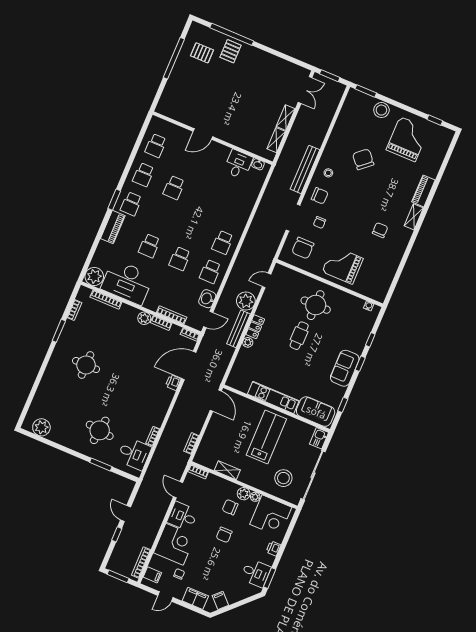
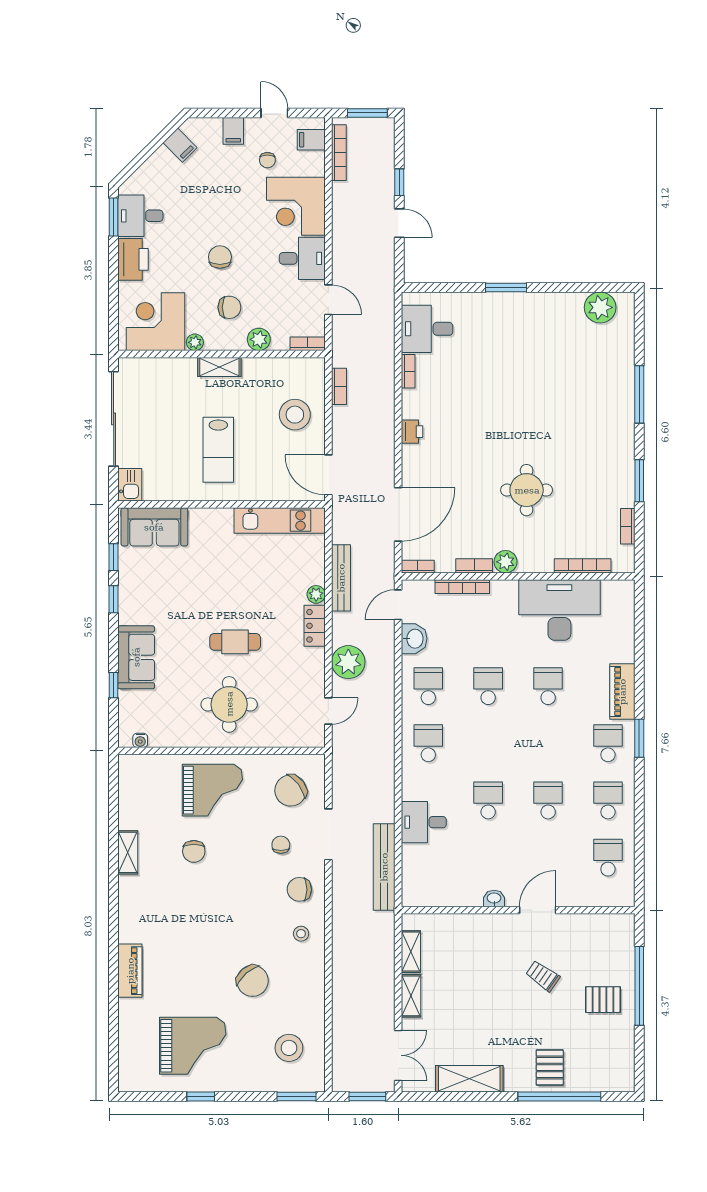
pallet: (202, 53) -> (603, 1000), moved
window: (174, 58) -> (639, 986), moved
shelving: (274, 63) -> (469, 1079), added
double door: (305, 90) -> (398, 1055), swing flipped
trolley: (214, 99) -> (543, 976), added
stool: (381, 110) -> (289, 1048), moved
window: (435, 120) -> (201, 1097), moved
grand piano: (408, 139) -> (193, 1046), turned -90
desk: (238, 164) -> (424, 822), moved, turned 90
washbasin: (258, 164) -> (494, 898), moved
bench: (305, 169) -> (384, 867), moved
school desk: (204, 200) -> (488, 800), added
shelving: (414, 217) -> (128, 852), moved
chair: (380, 230) -> (194, 851), moved
chair: (303, 248) -> (291, 790), turned -127
plant: (94, 276) -> (618, 596), removed
bench: (238, 329) -> (341, 578), moved
cafe table: (299, 336) -> (235, 642), turned 90
window: (360, 364) -> (114, 599), moved
round table: (86, 365) -> (527, 490), moved
sofa: (345, 368) -> (136, 657), moved
window: (40, 375) -> (639, 394), added
printer: (173, 383) -> (412, 432), moved
kitchen unit: (273, 397) -> (280, 521), moved
round table: (100, 430) -> (501, 344), removed
lab bench: (266, 437) -> (218, 450), width x0.73, depth x0.72
window: (101, 464) -> (506, 287), moved
shelving: (227, 470) -> (219, 367), moved
stool: (283, 478) -> (295, 415), moved
plant: (244, 494) -> (259, 339), moved
printer: (273, 548) -> (133, 259), width x1.87, depth x1.48
door: (165, 596) -> (274, 113), hinge flipped
filing cabinet: (195, 598) -> (233, 131), width x0.50

